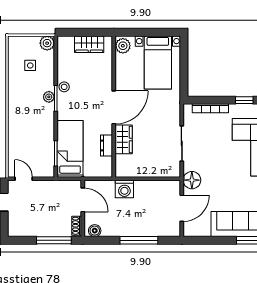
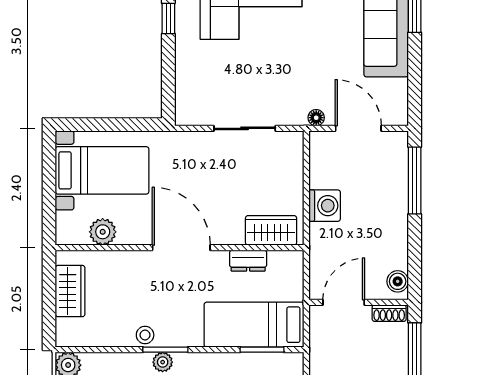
plant: (123, 46) -> (103, 232), moved
bookcase: (210, 108) -> (183, 78), removed
wardrobe: (124, 139) -> (271, 230), moved
floor lamp: (192, 180) -> (316, 118), width x0.53, depth x0.53
washing machine: (124, 189) -> (325, 206), moved
window: (139, 240) -> (415, 181), moved

